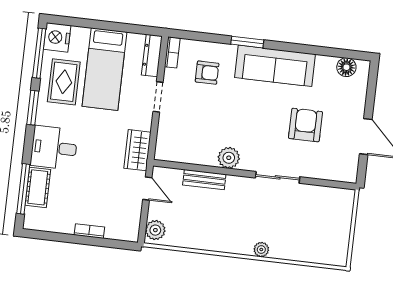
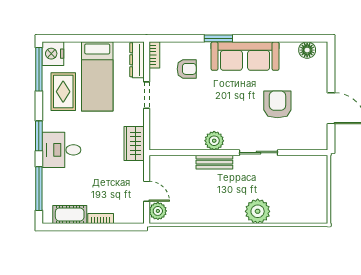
window: (33, 108) -> (39, 136), moved
bench: (204, 180) -> (214, 162), moved
cot: (38, 187) -> (70, 214), moved, turned 90
door: (147, 188) -> (147, 191), moved
plant: (261, 250) -> (258, 211), width x1.88, depth x1.88

